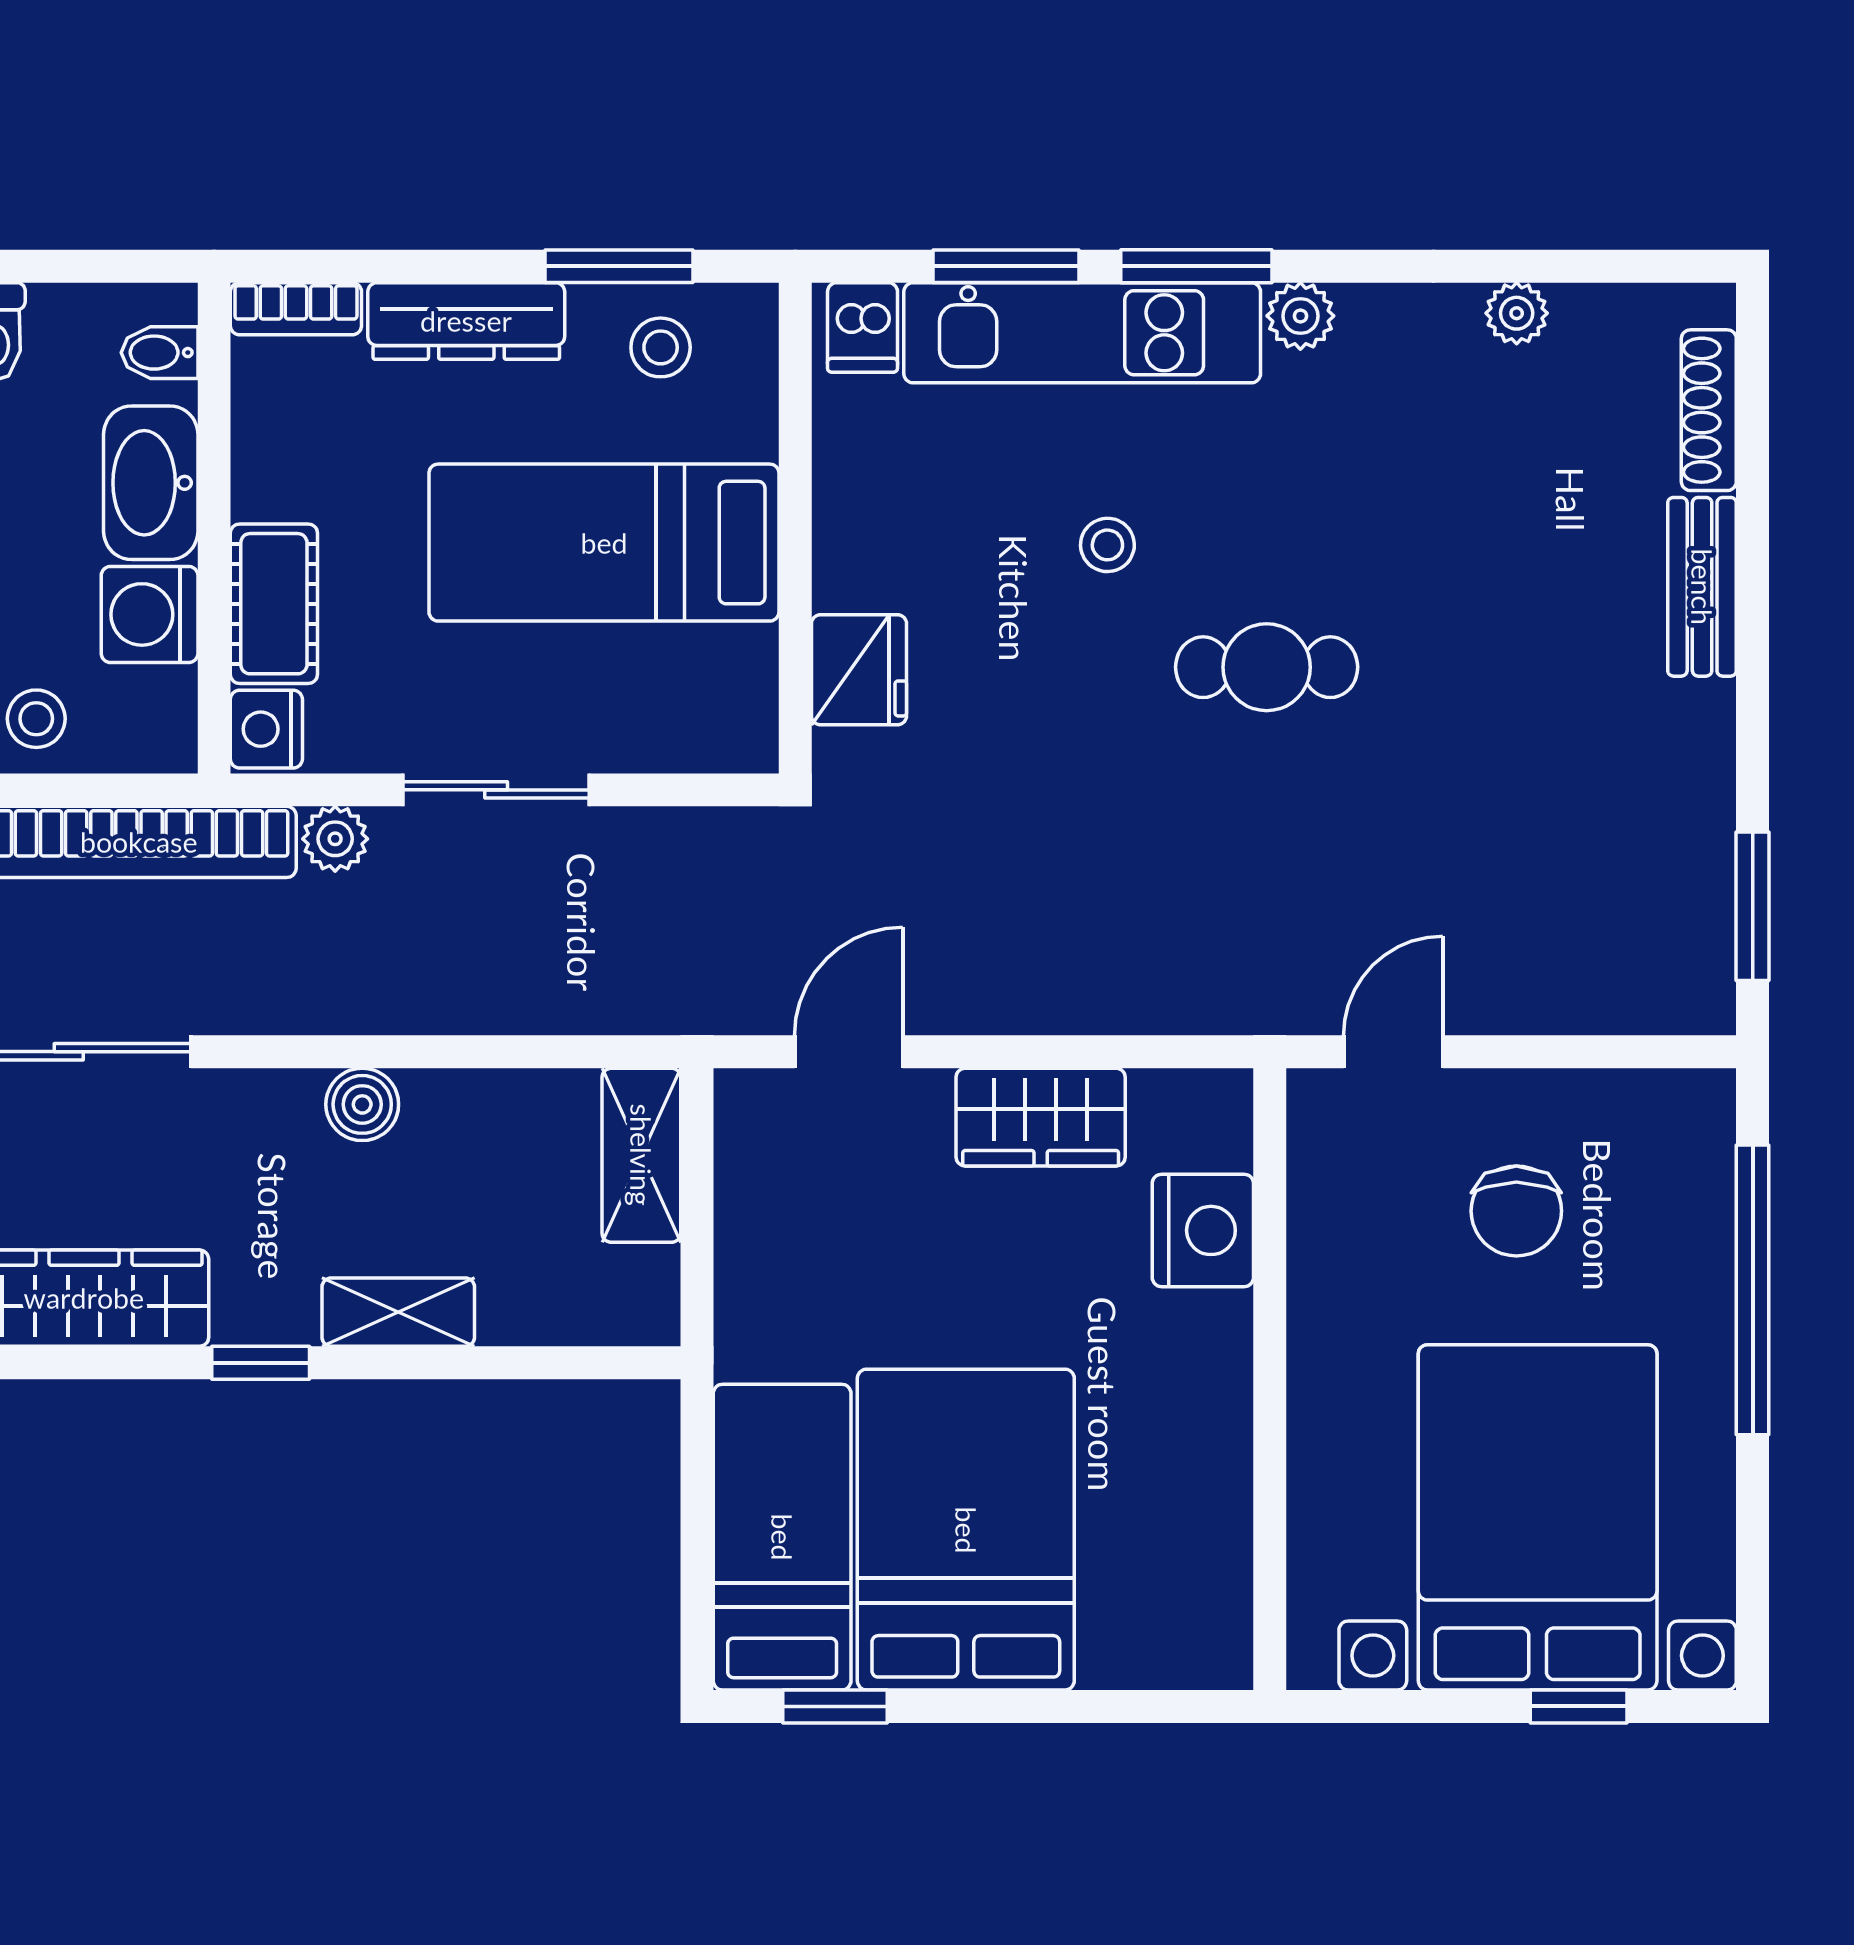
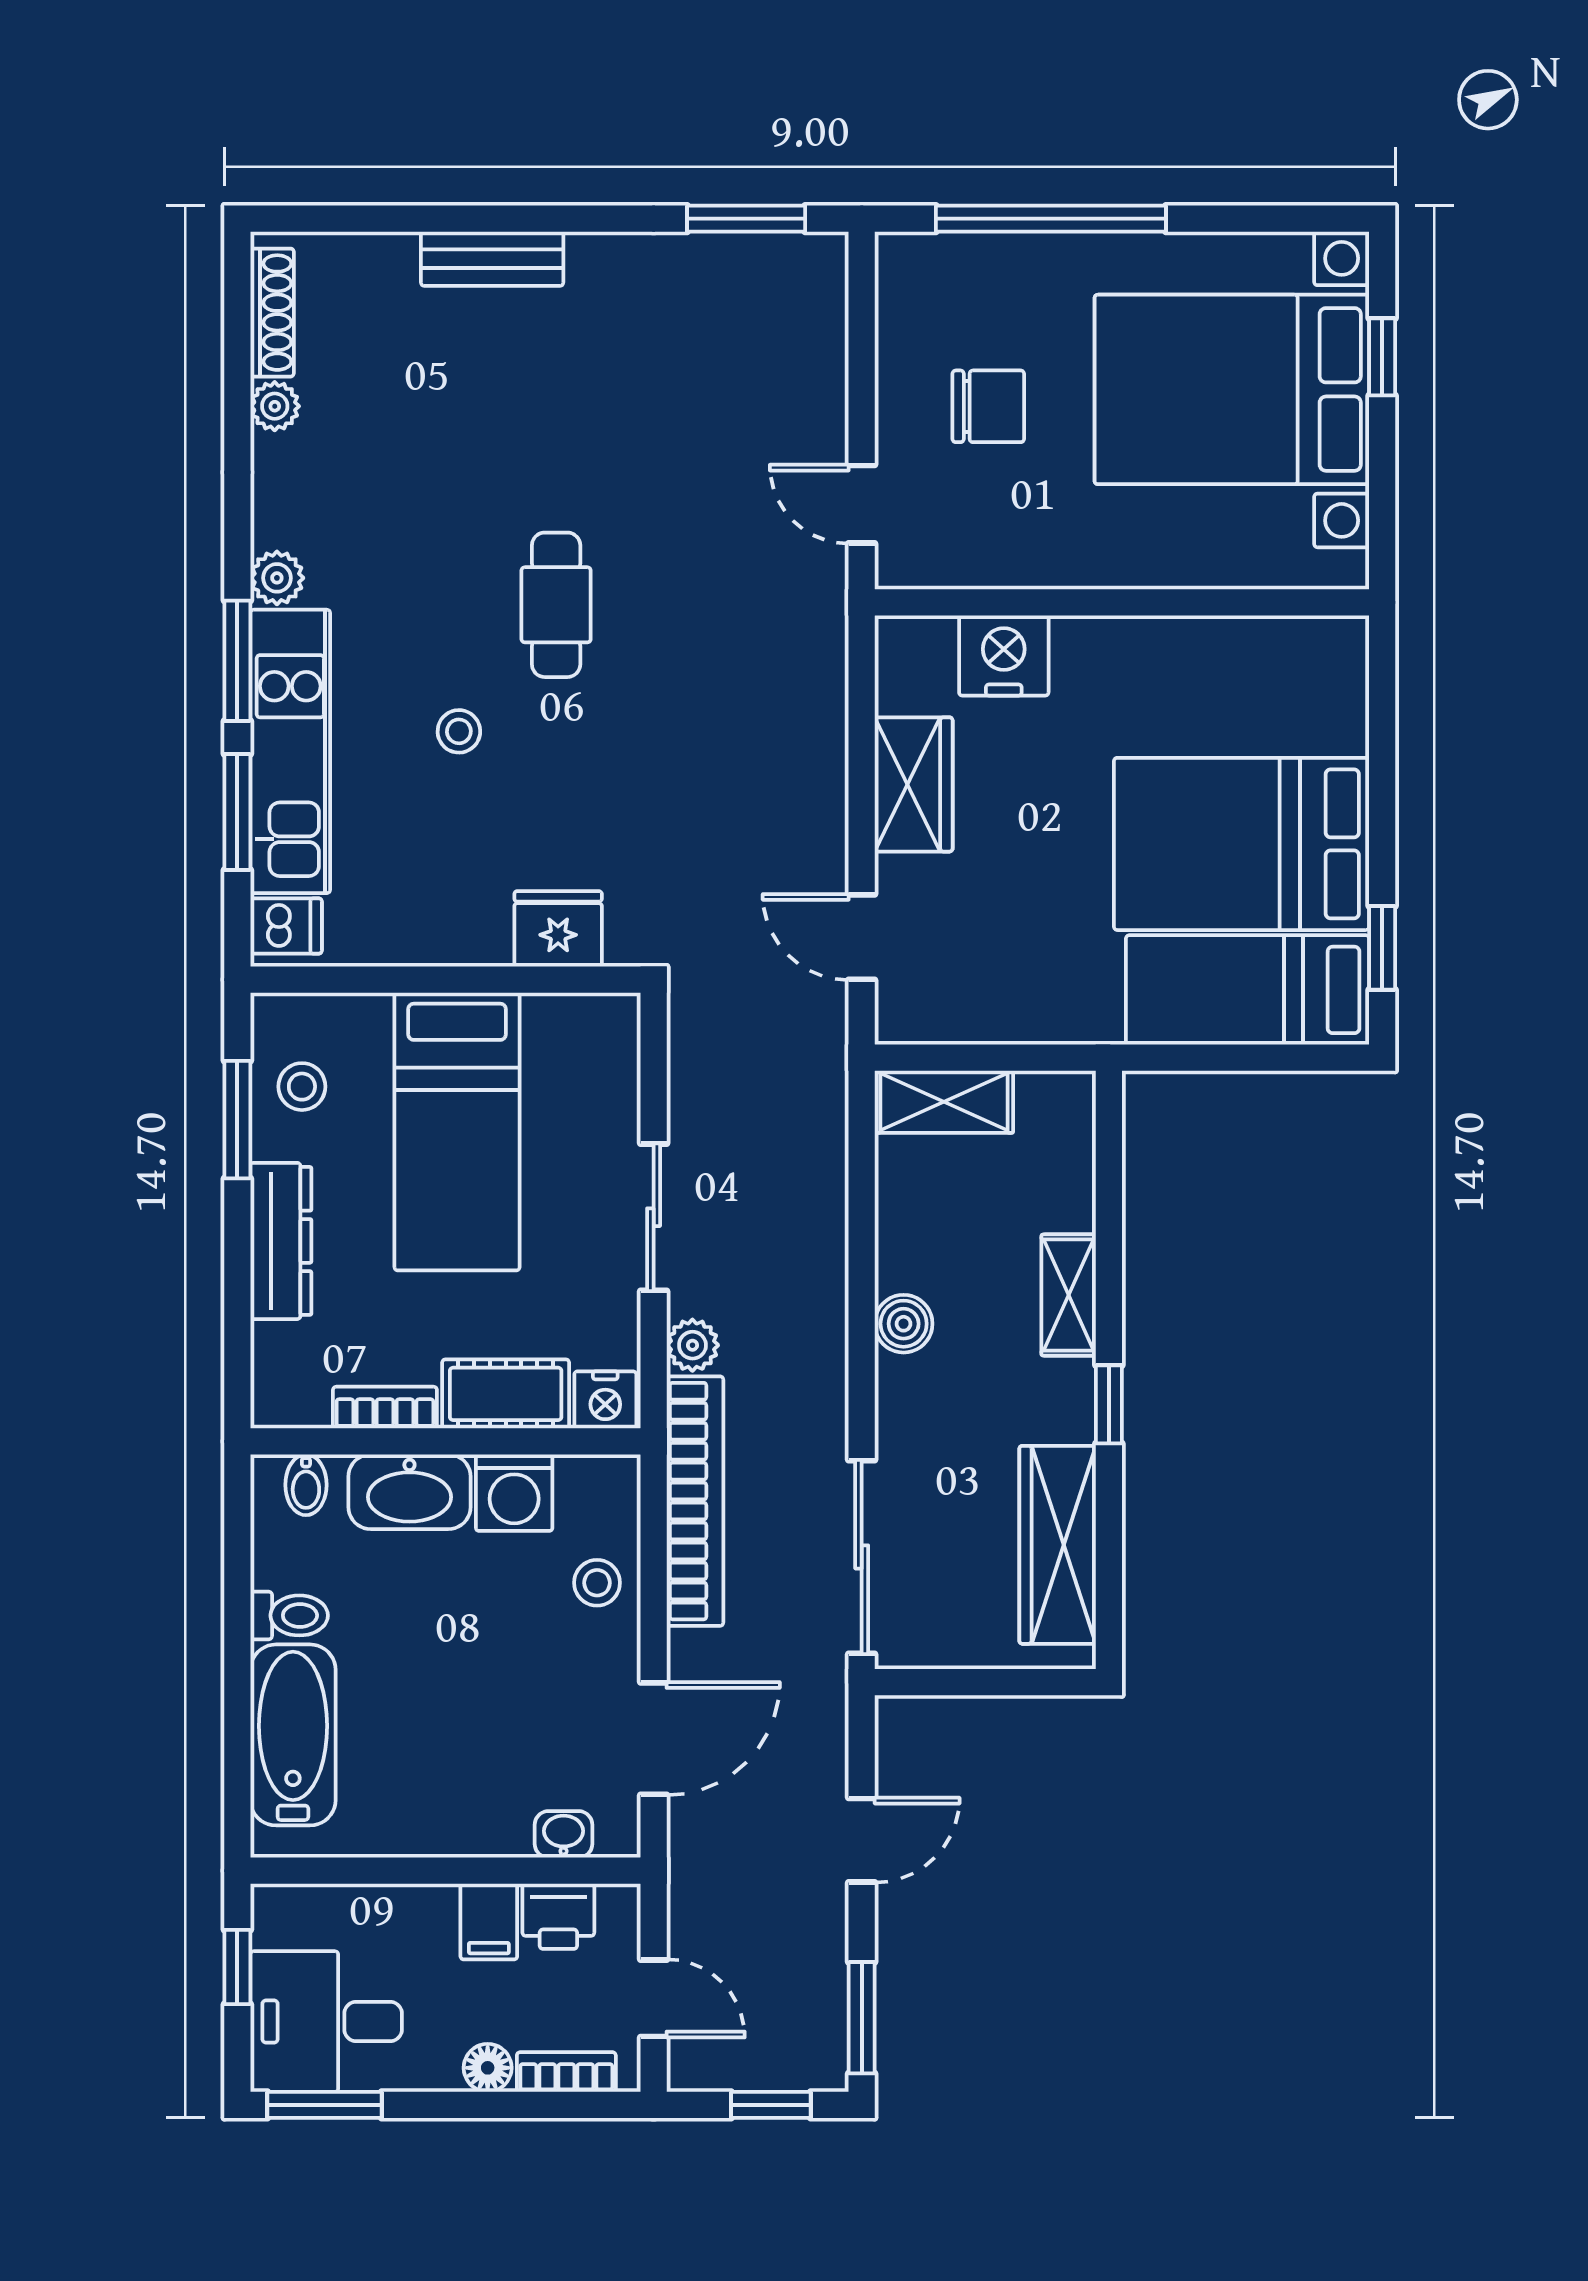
bookcase: (296, 309) -> (385, 1408), moved, turned -90
shoe rack: (1709, 410) -> (272, 313), moved, turned -90

